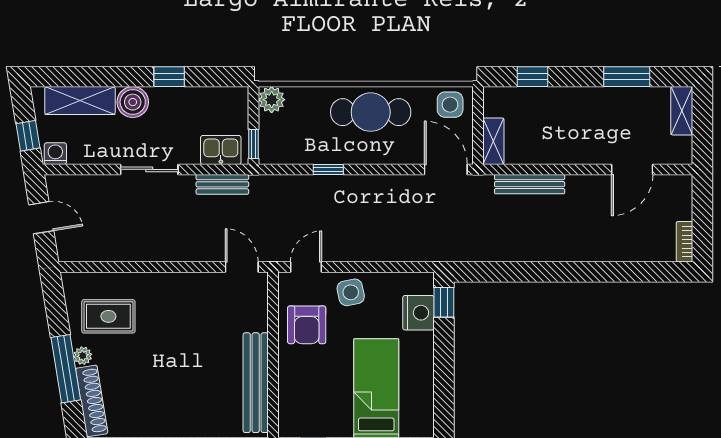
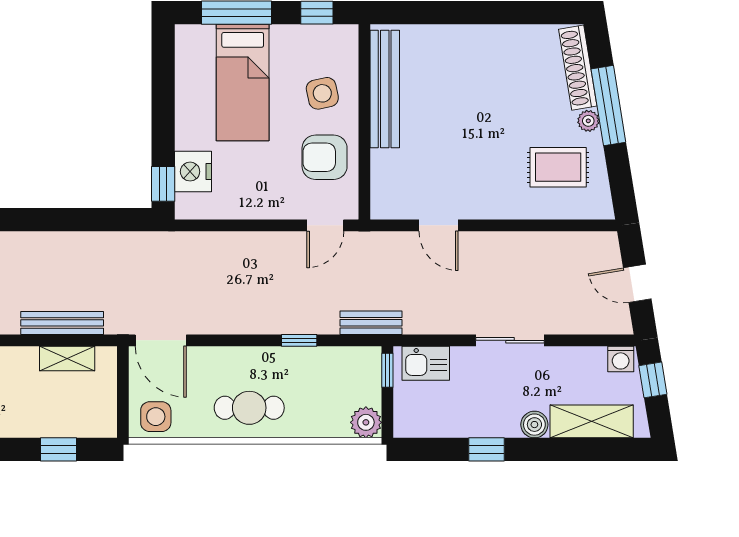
boiler: (133, 102) -> (534, 425), width x0.73, depth x0.73
cafe table: (371, 112) -> (249, 408), width x0.73, depth x0.74
shelving: (493, 141) -> (67, 358), moved, turned 90
bench: (222, 184) -> (371, 323), moved
door: (242, 267) -> (438, 225), moved
side table: (351, 292) -> (322, 93), moved
armchair: (307, 325) -> (325, 157), turned -90

